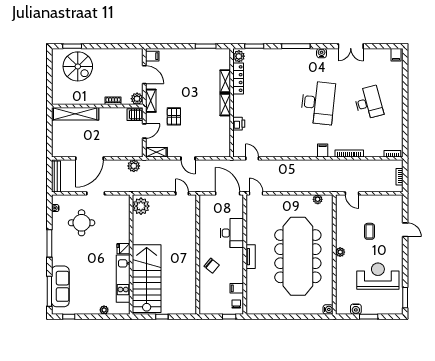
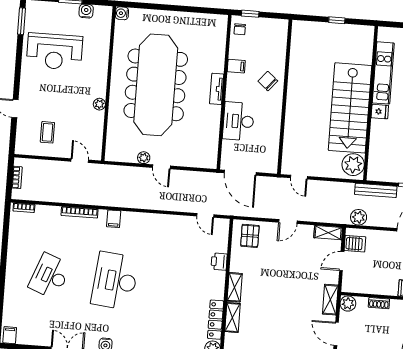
desk: (368, 103) -> (50, 276), turned 36
server rack: (135, 115) -> (355, 244), moved
pallet: (174, 116) -> (250, 236), moved
door: (188, 158) -> (288, 222), swing flipped
bench: (122, 188) -> (376, 190), added
door: (256, 193) -> (161, 167), moved
plant: (318, 199) -> (144, 158), moved
coffee table: (369, 231) -> (47, 132), moved
plant: (340, 252) -> (99, 104), moved
stairs: (147, 279) -> (350, 108), moved
filing cabinet: (237, 288) -> (236, 66), moved

